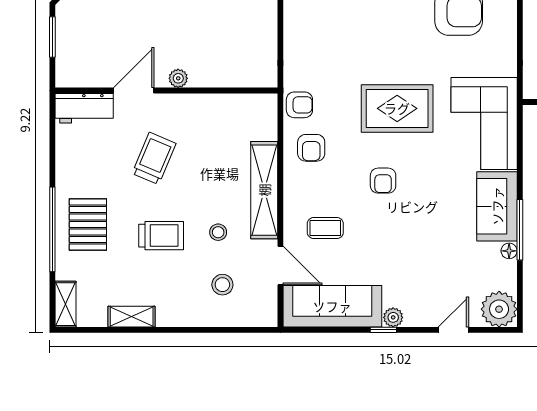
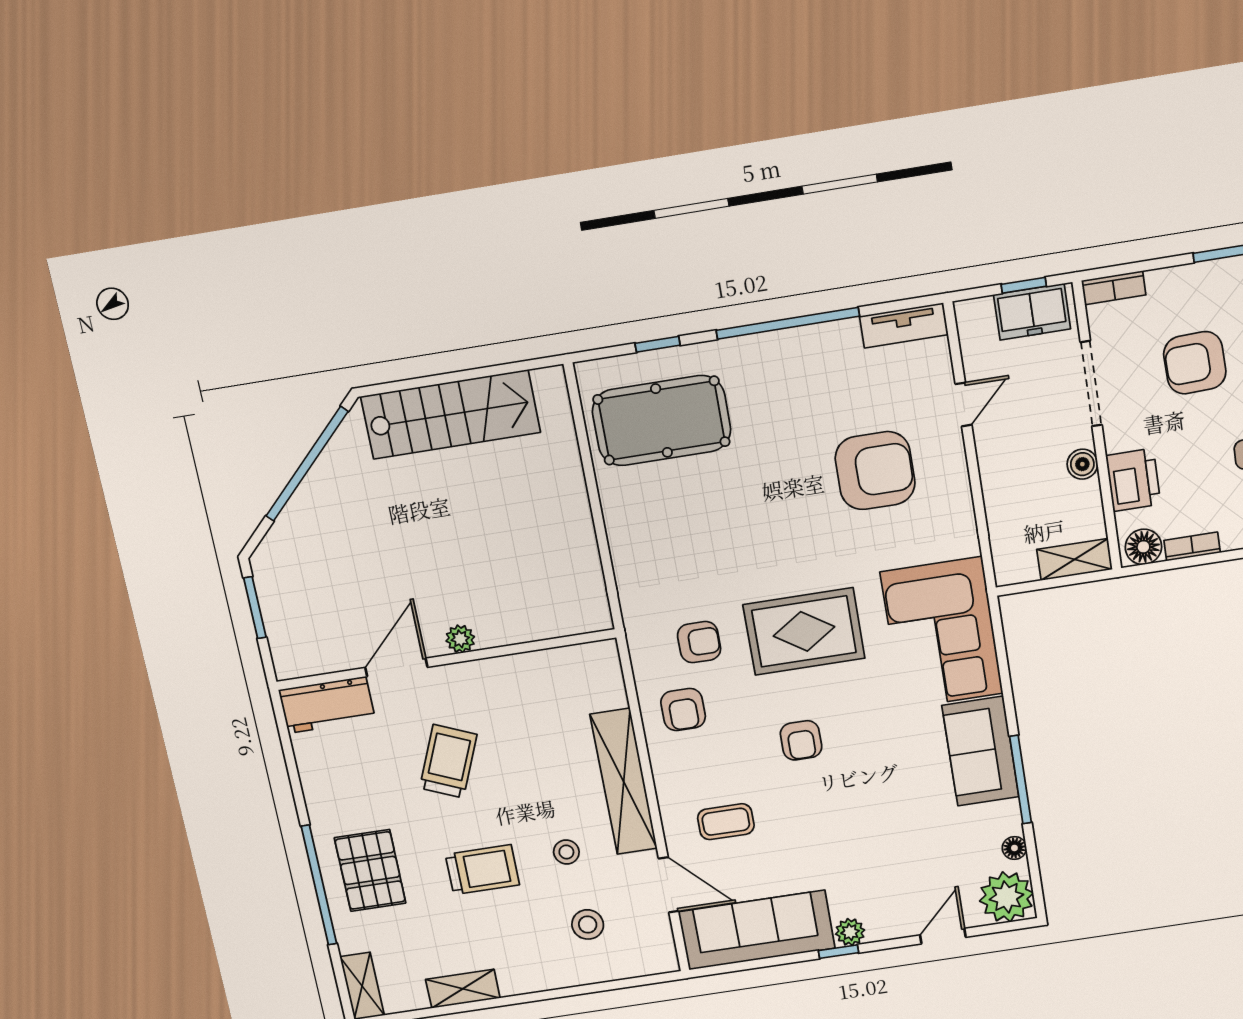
armchair: (299, 105) -> (699, 642), moved
floor lamp: (509, 251) -> (1014, 848), moved

